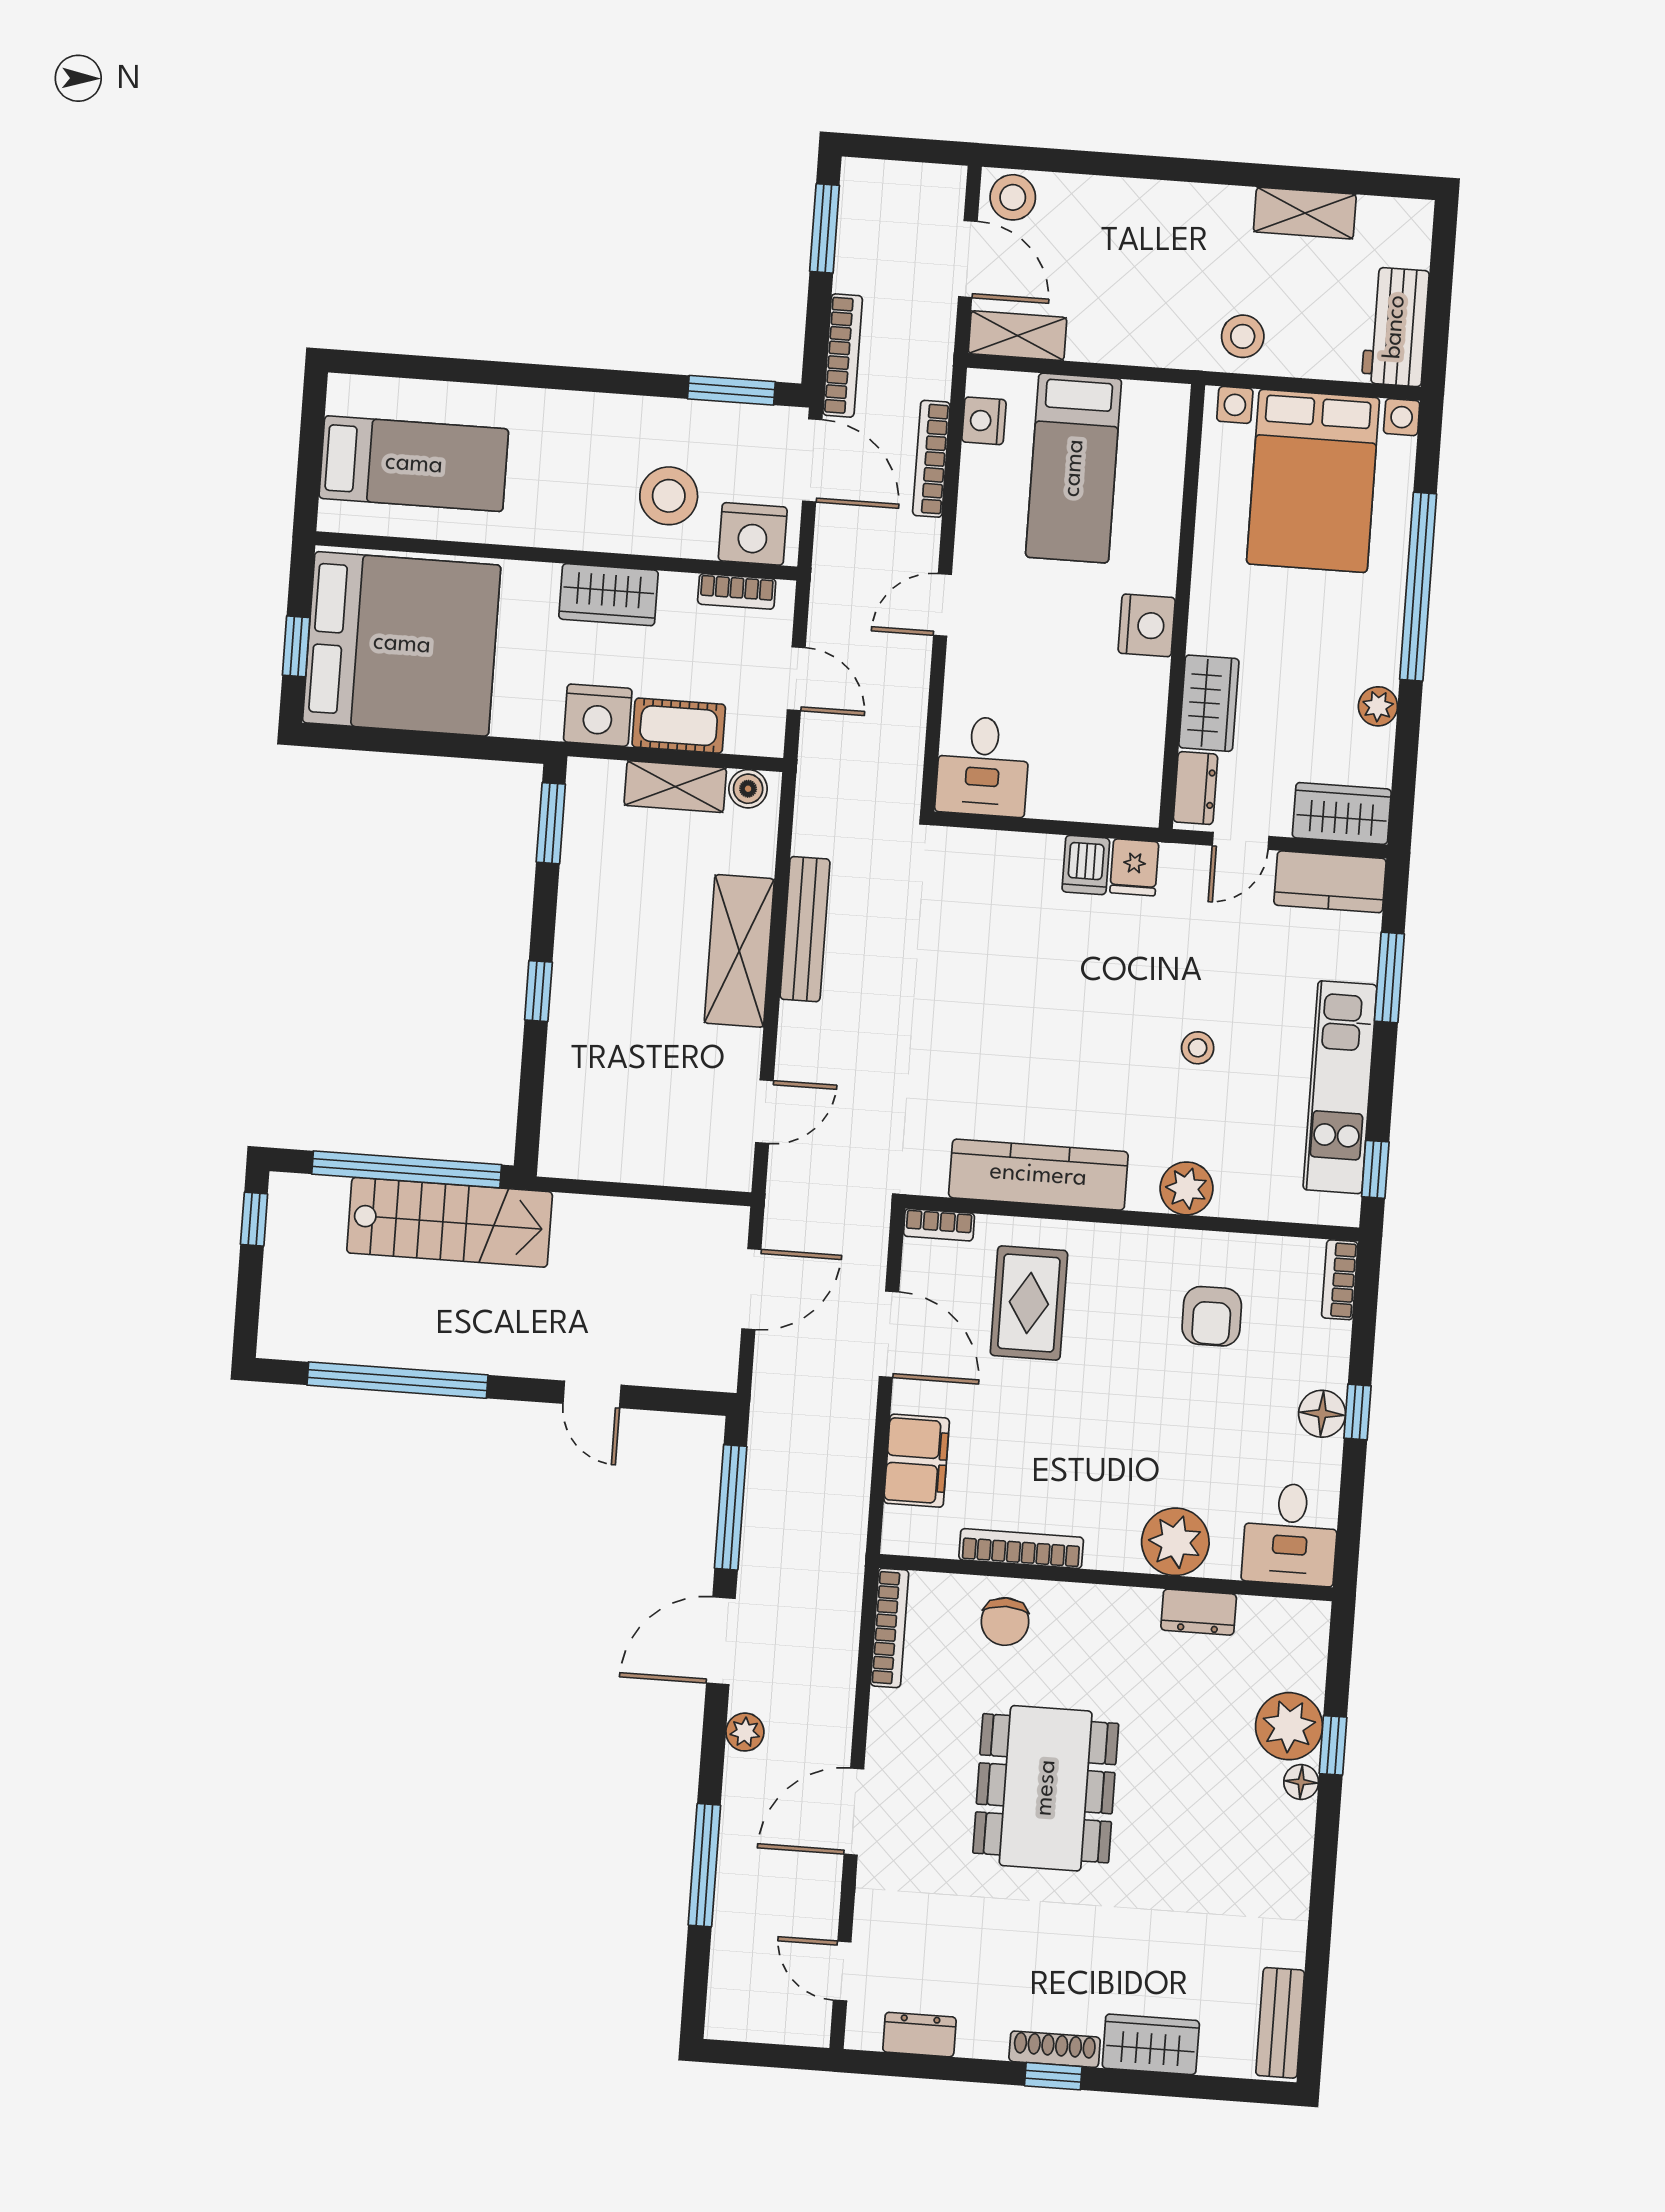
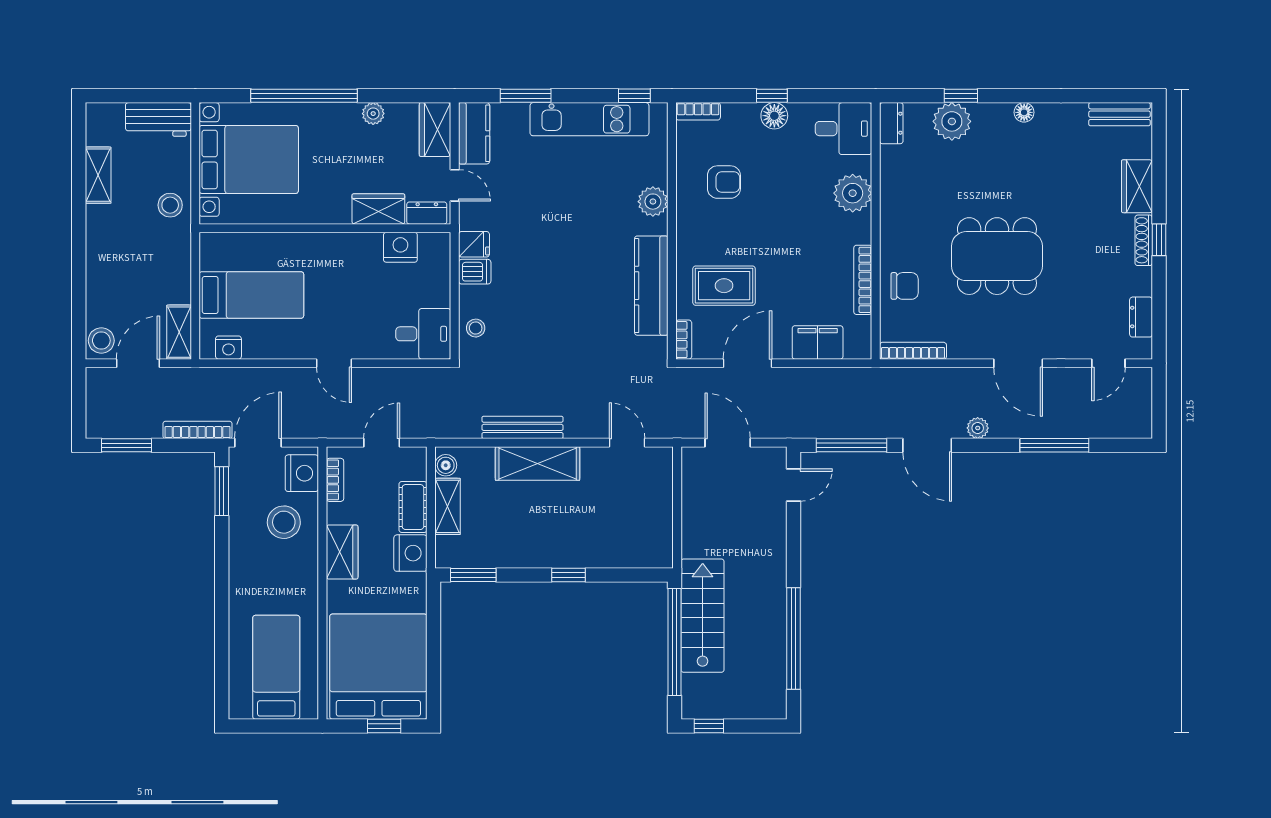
bookcase: (931, 459) -> (252, 376), removed
nightstand: (1147, 625) -> (400, 247), moved
stool: (1198, 1048) -> (476, 328), moved
door: (592, 1394) -> (794, 485), moved
dresser: (1199, 1612) -> (891, 123), moved
floor lamp: (1301, 1782) -> (1024, 112), moved

